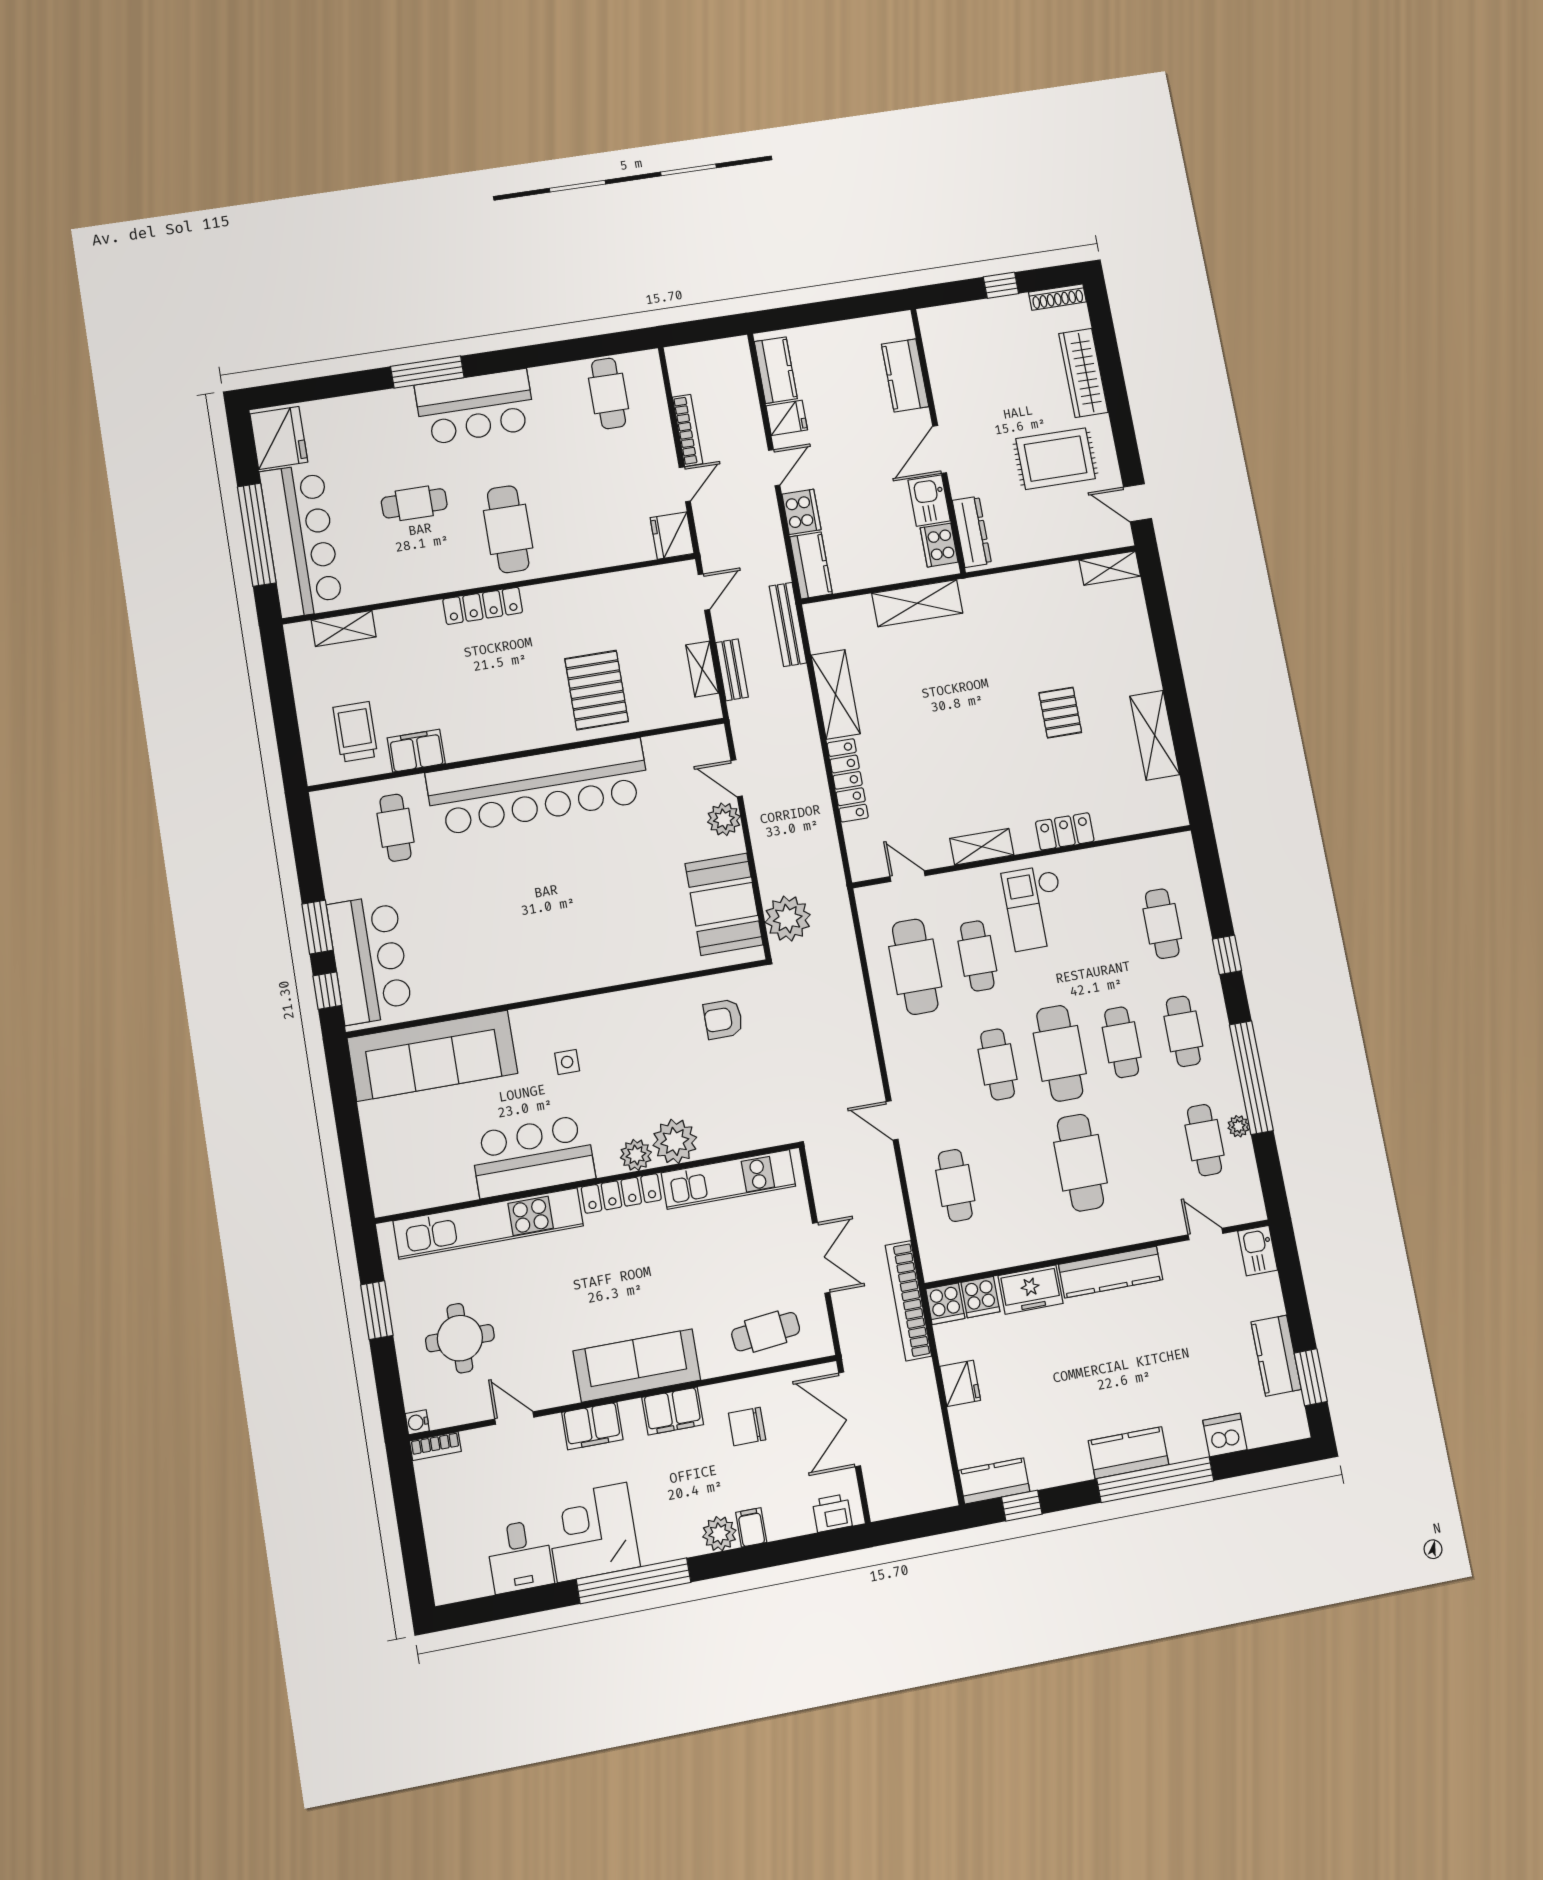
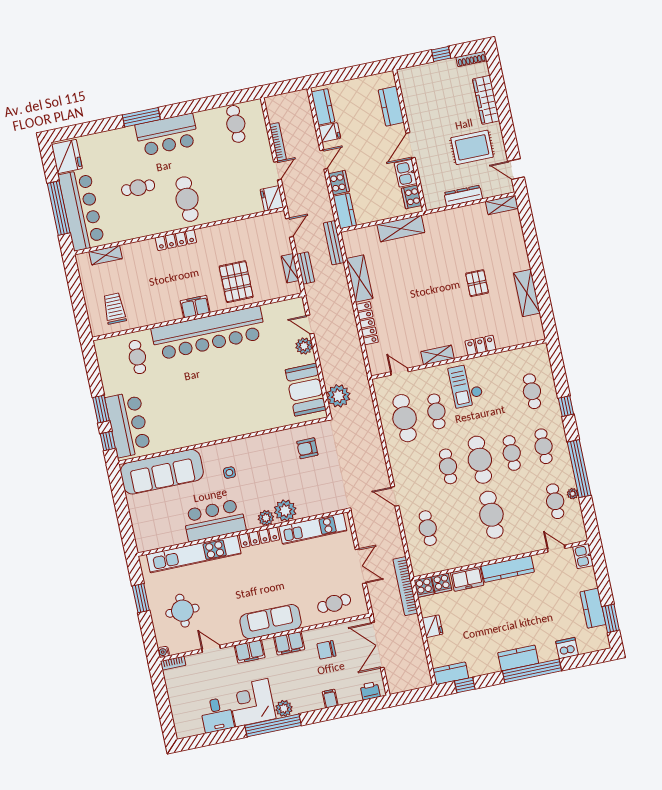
dresser: (972, 532) -> (463, 196), moved, turned -90
filing cabinet: (416, 751) -> (195, 307), moved
plant: (719, 1534) -> (284, 708), moved

